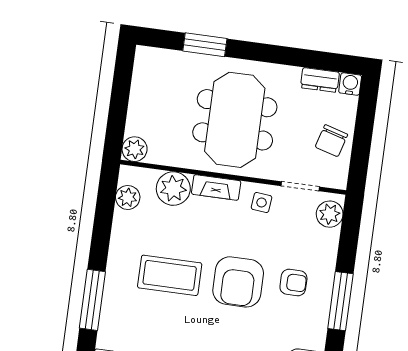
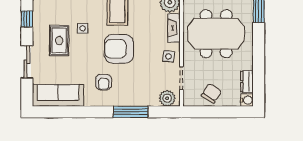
chair: (331, 141) -> (211, 93), turned 107
armchair: (293, 283) -> (104, 82), moved
window: (340, 301) -> (131, 112), moved
side table: (197, 337) -> (83, 28), added

